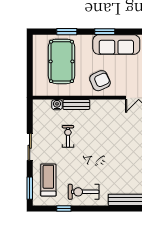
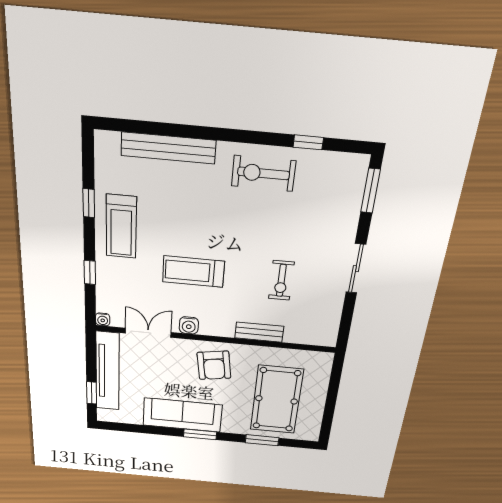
armchair: (100, 81) -> (214, 365), turned -75
water cooler: (57, 105) -> (189, 325), moved
treadmill: (48, 180) -> (193, 272), moved, turned 90
exercise bike: (84, 192) -> (264, 173), turned 180

